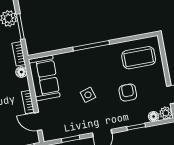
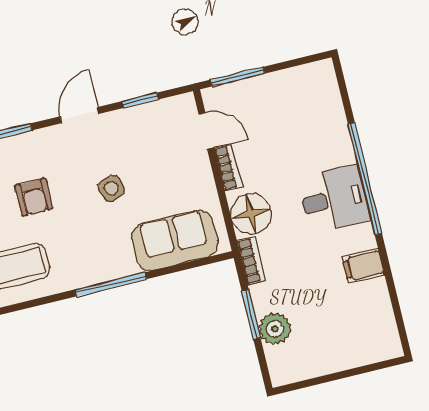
floor lamp: (21, 72) -> (251, 214), width x1.89, depth x1.89
sofa: (44, 78) -> (175, 240), moved, turned 90

